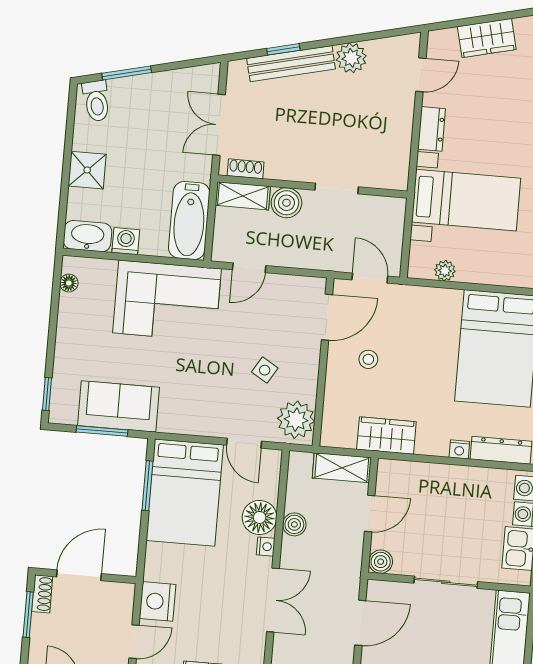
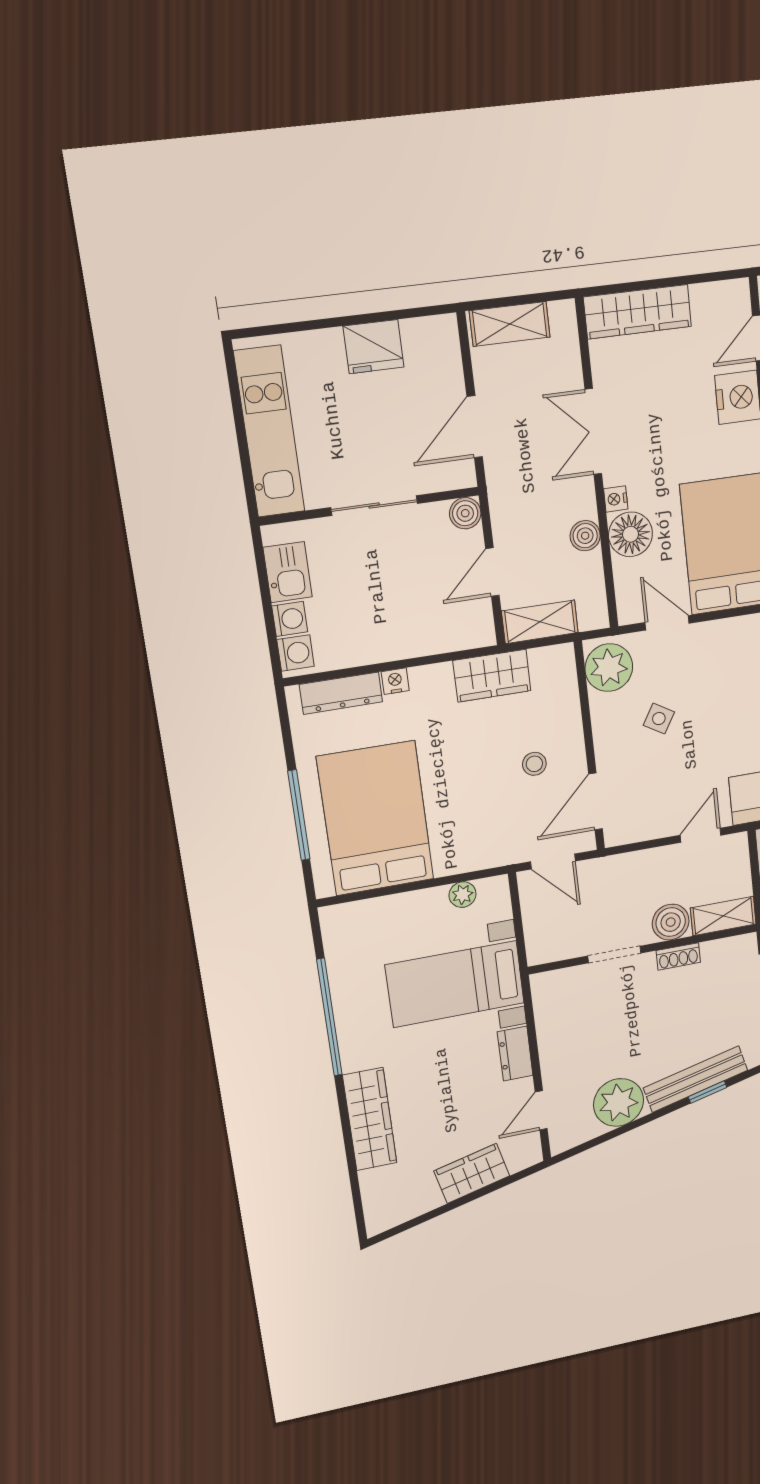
plant: (351, 58) -> (619, 1102), width x1.36, depth x1.36
shoe rack: (246, 169) -> (678, 956), moved

